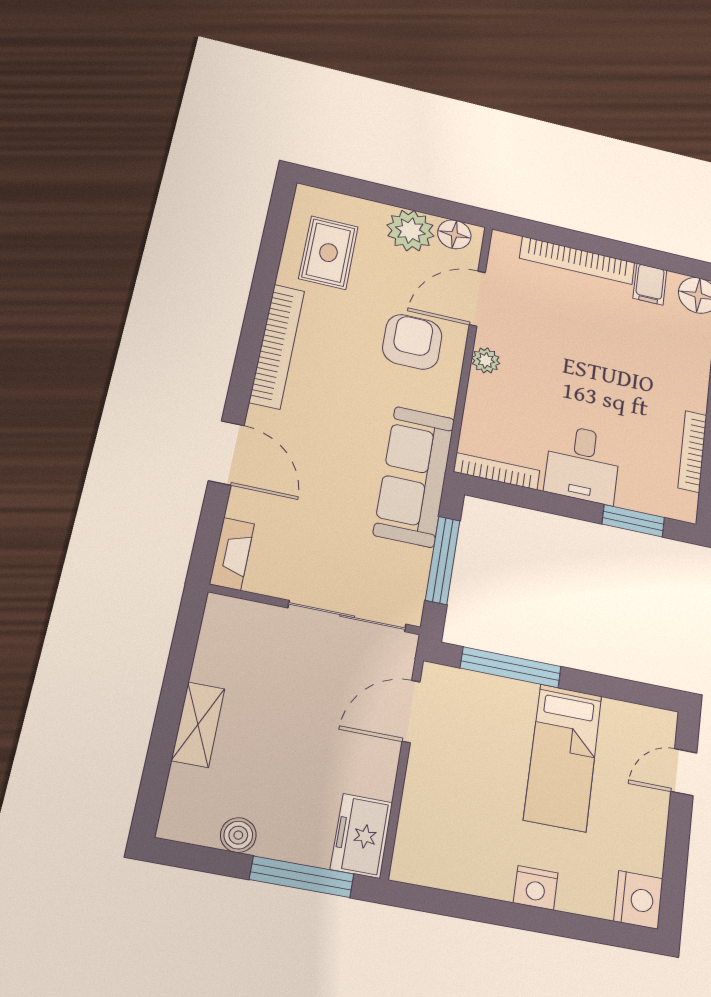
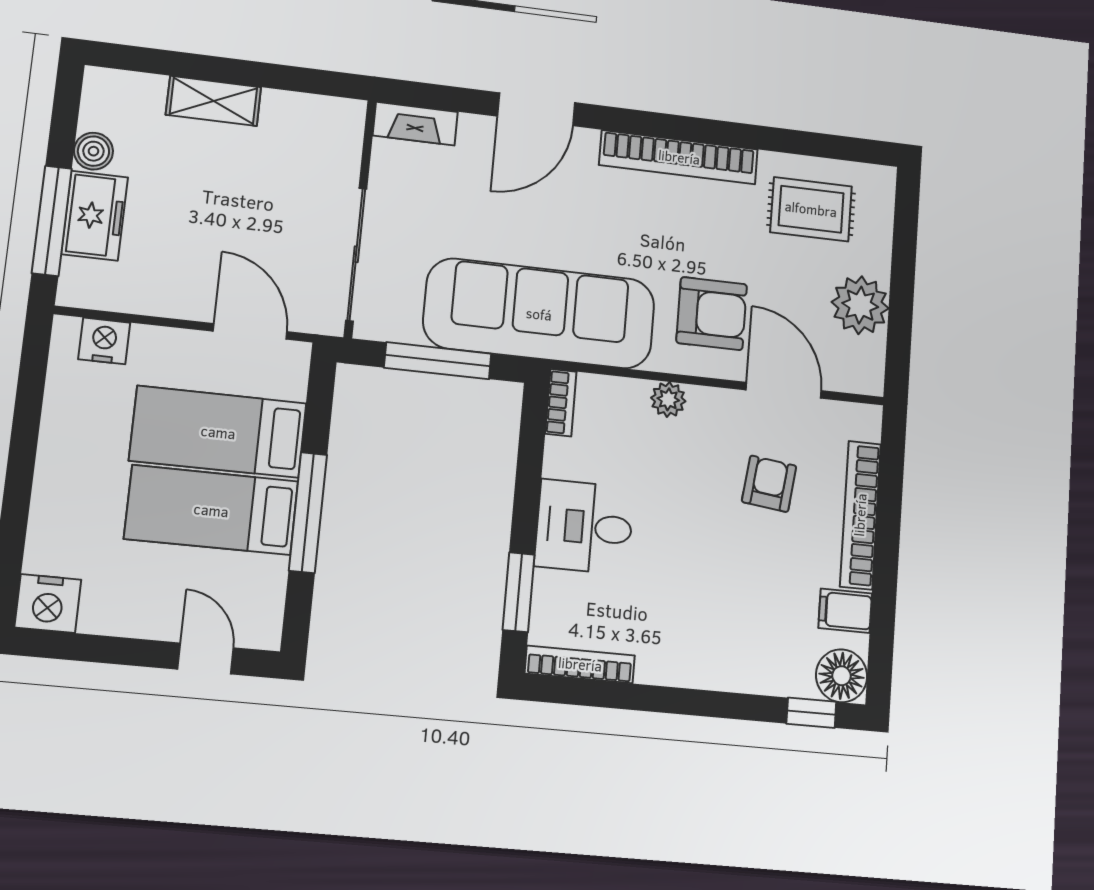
floor lamp: (454, 234) -> (866, 359), removed
armchair: (551, 322) -> (769, 484), added
plant: (486, 360) -> (668, 399), moved
bookcase: (692, 451) -> (580, 664), moved
bookcase: (497, 471) -> (561, 403), width x0.64
sofa: (414, 476) -> (539, 314), width x1.36, depth x1.27
window: (511, 667) -> (308, 513), moved
bed: (497, 746) -> (218, 432), added
freezer: (362, 836) -> (95, 216), moved, turned 90
nightstand: (536, 888) -> (104, 341), moved, turned 90

